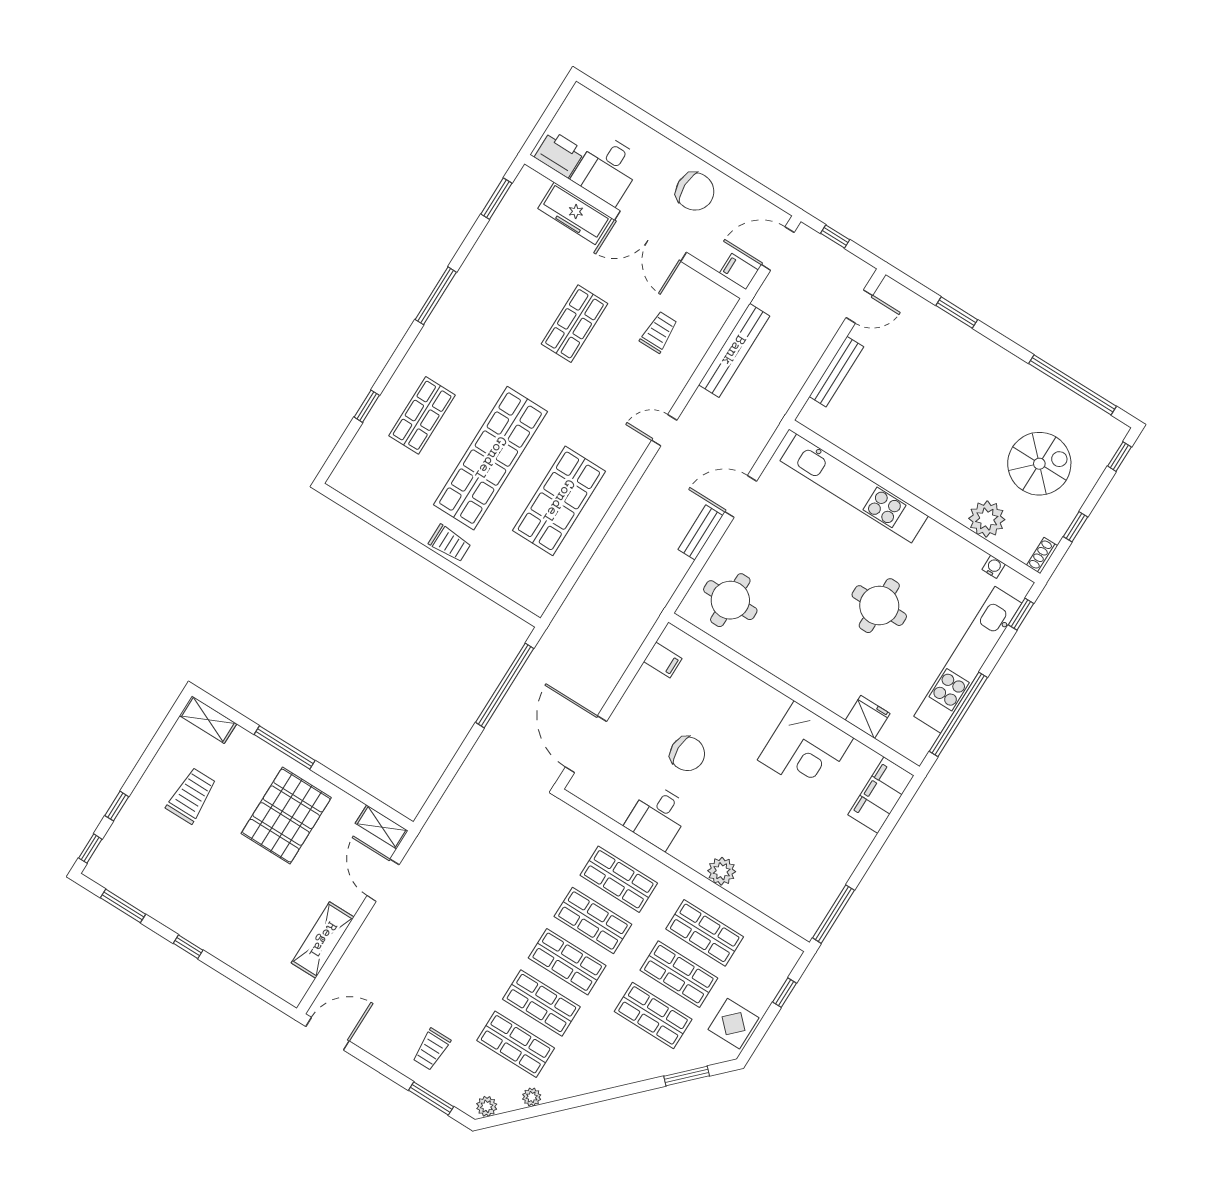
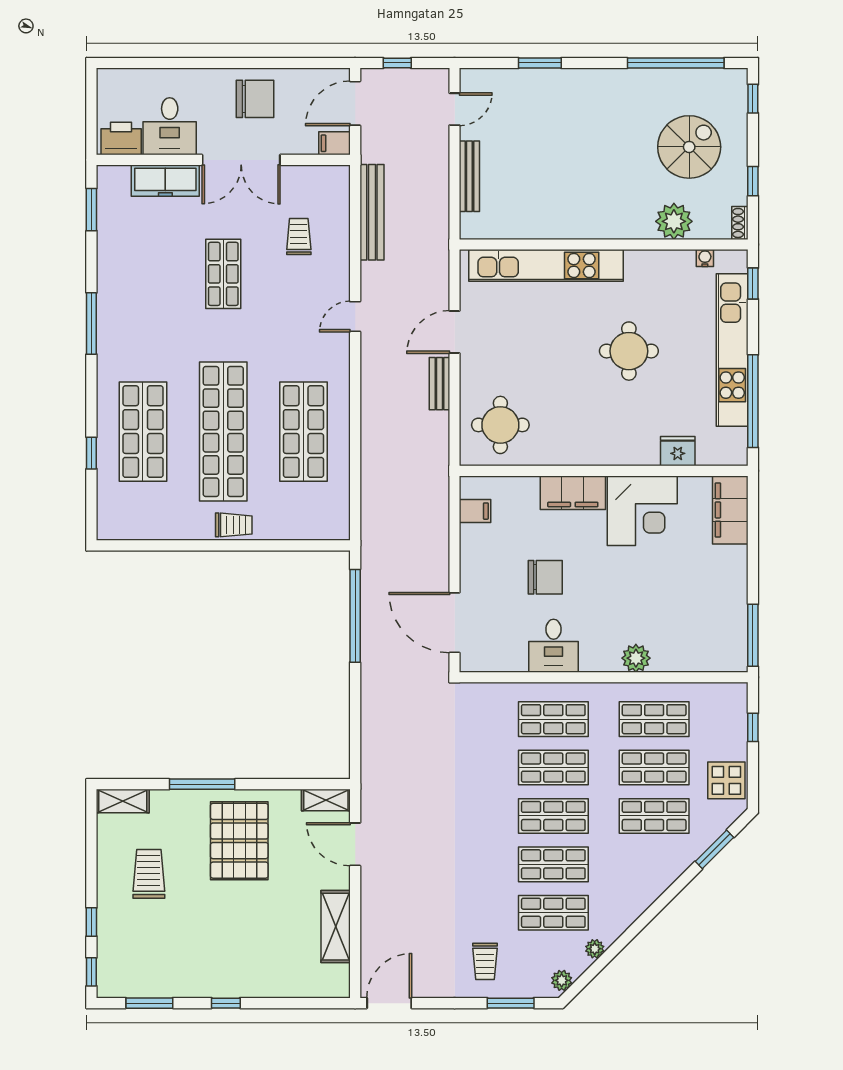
shop shelf: (422, 415) -> (143, 432), width x1.43, depth x1.36
filing cabinet: (756, 696) -> (573, 493), added

